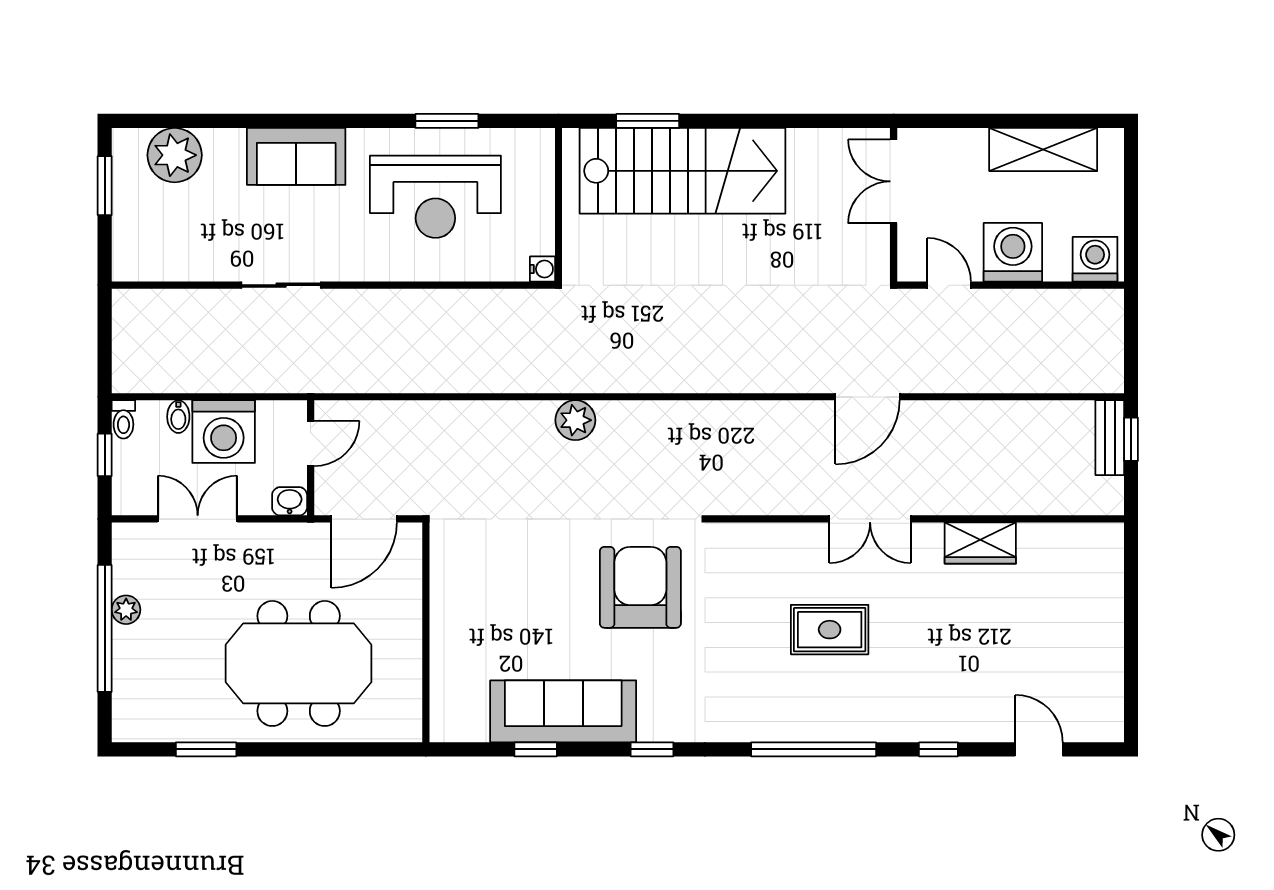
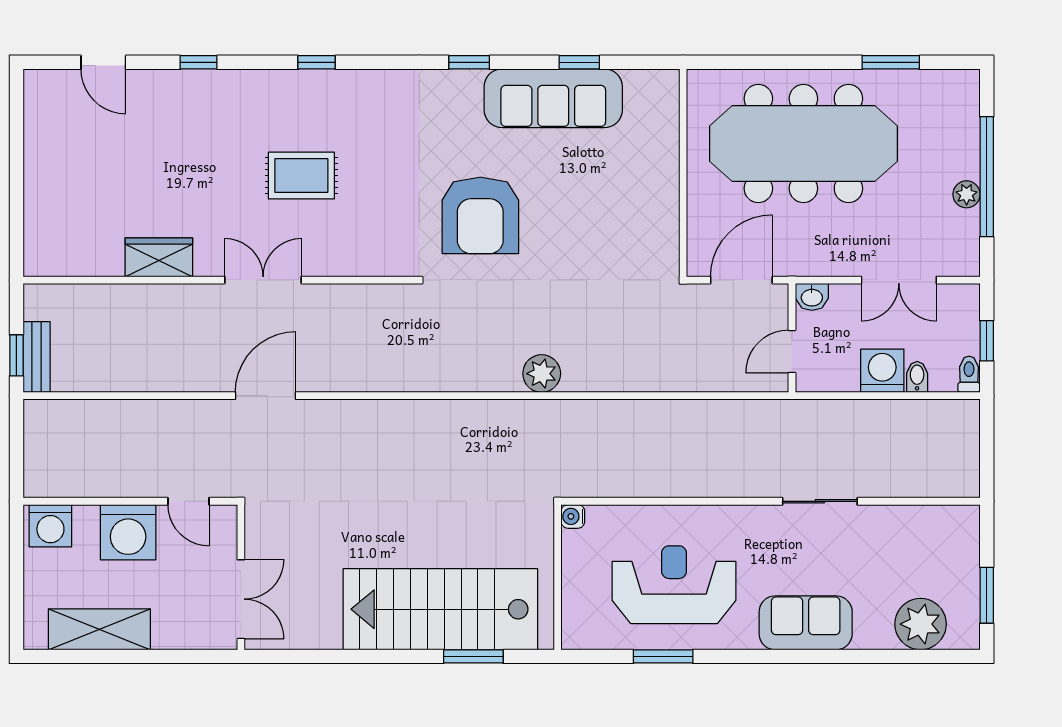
washing machine: (224, 432) -> (882, 371), width x0.73, depth x0.73
meeting table: (299, 663) -> (803, 144), width x1.36
window: (814, 749) -> (317, 62), width x0.32

